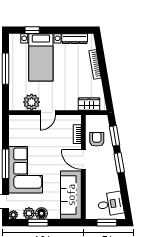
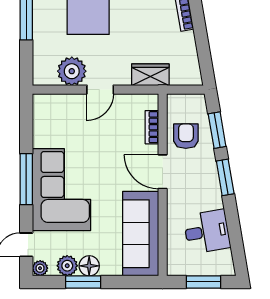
wardrobe: (89, 104) -> (150, 75), moved
desk: (110, 204) -> (207, 232), moved

